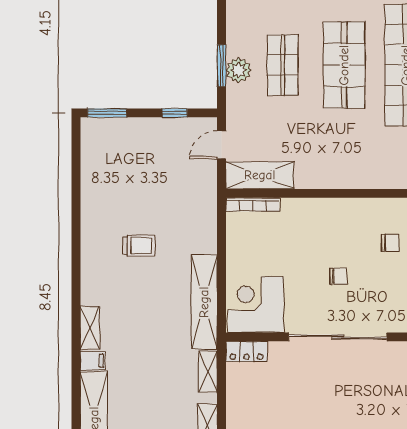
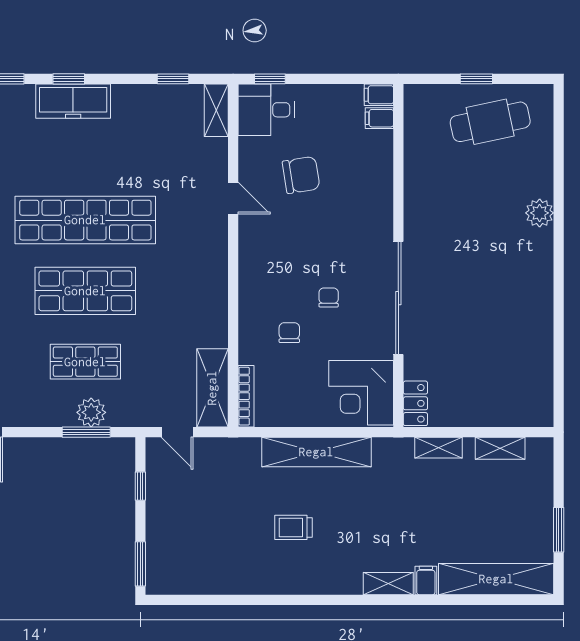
chair: (390, 243) -> (289, 333), moved
trolley: (139, 246) -> (294, 527), turned -90
shelving: (204, 302) -> (316, 452), moved

